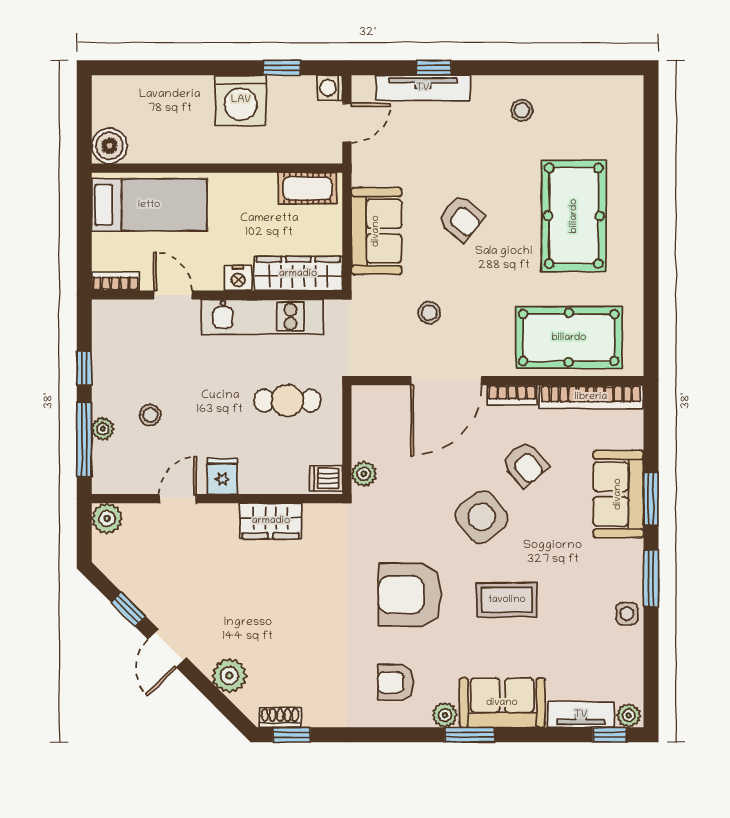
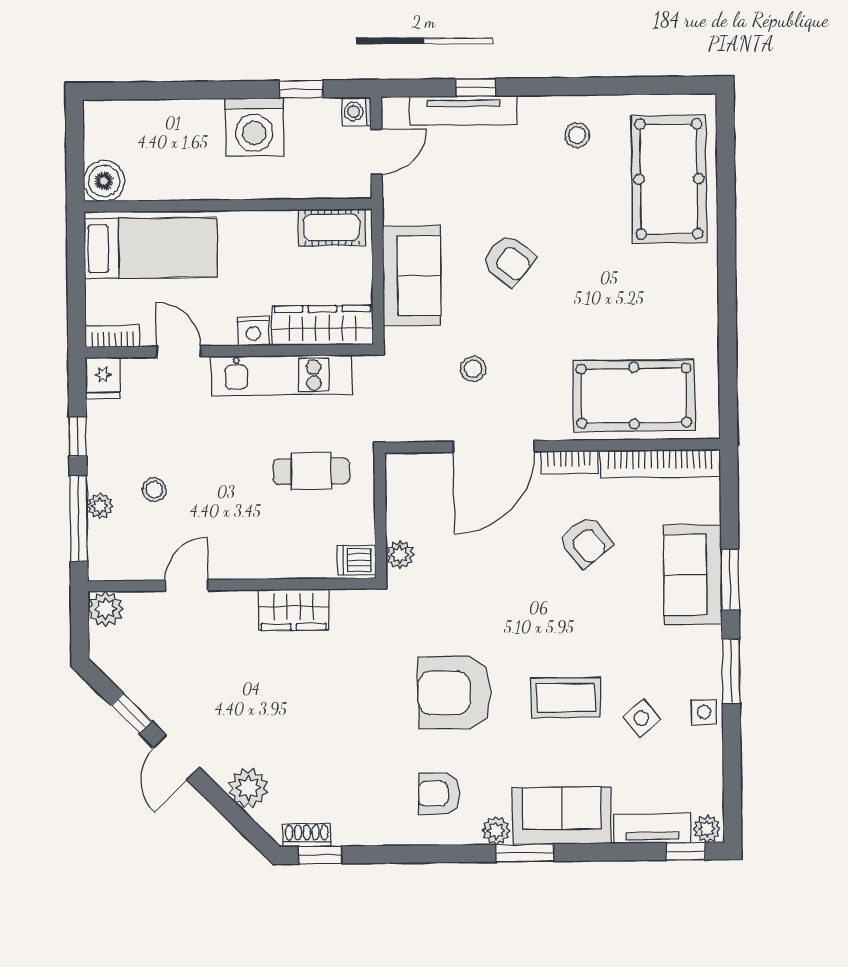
pool table: (574, 216) -> (669, 179), moved
fridge: (222, 476) -> (103, 378), moved, turned 180
side table: (482, 517) -> (641, 718), moved, width x0.54, depth x0.54

